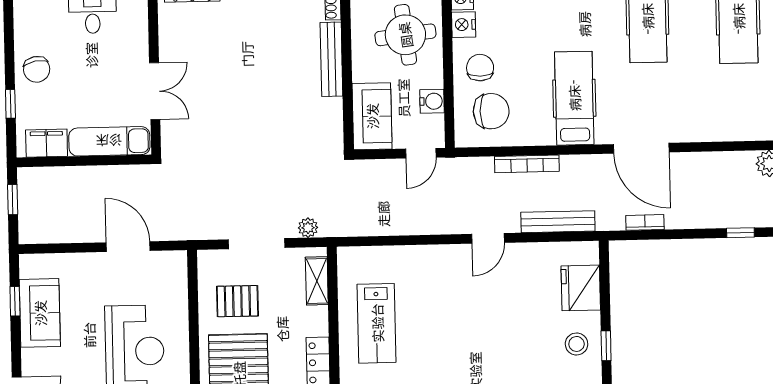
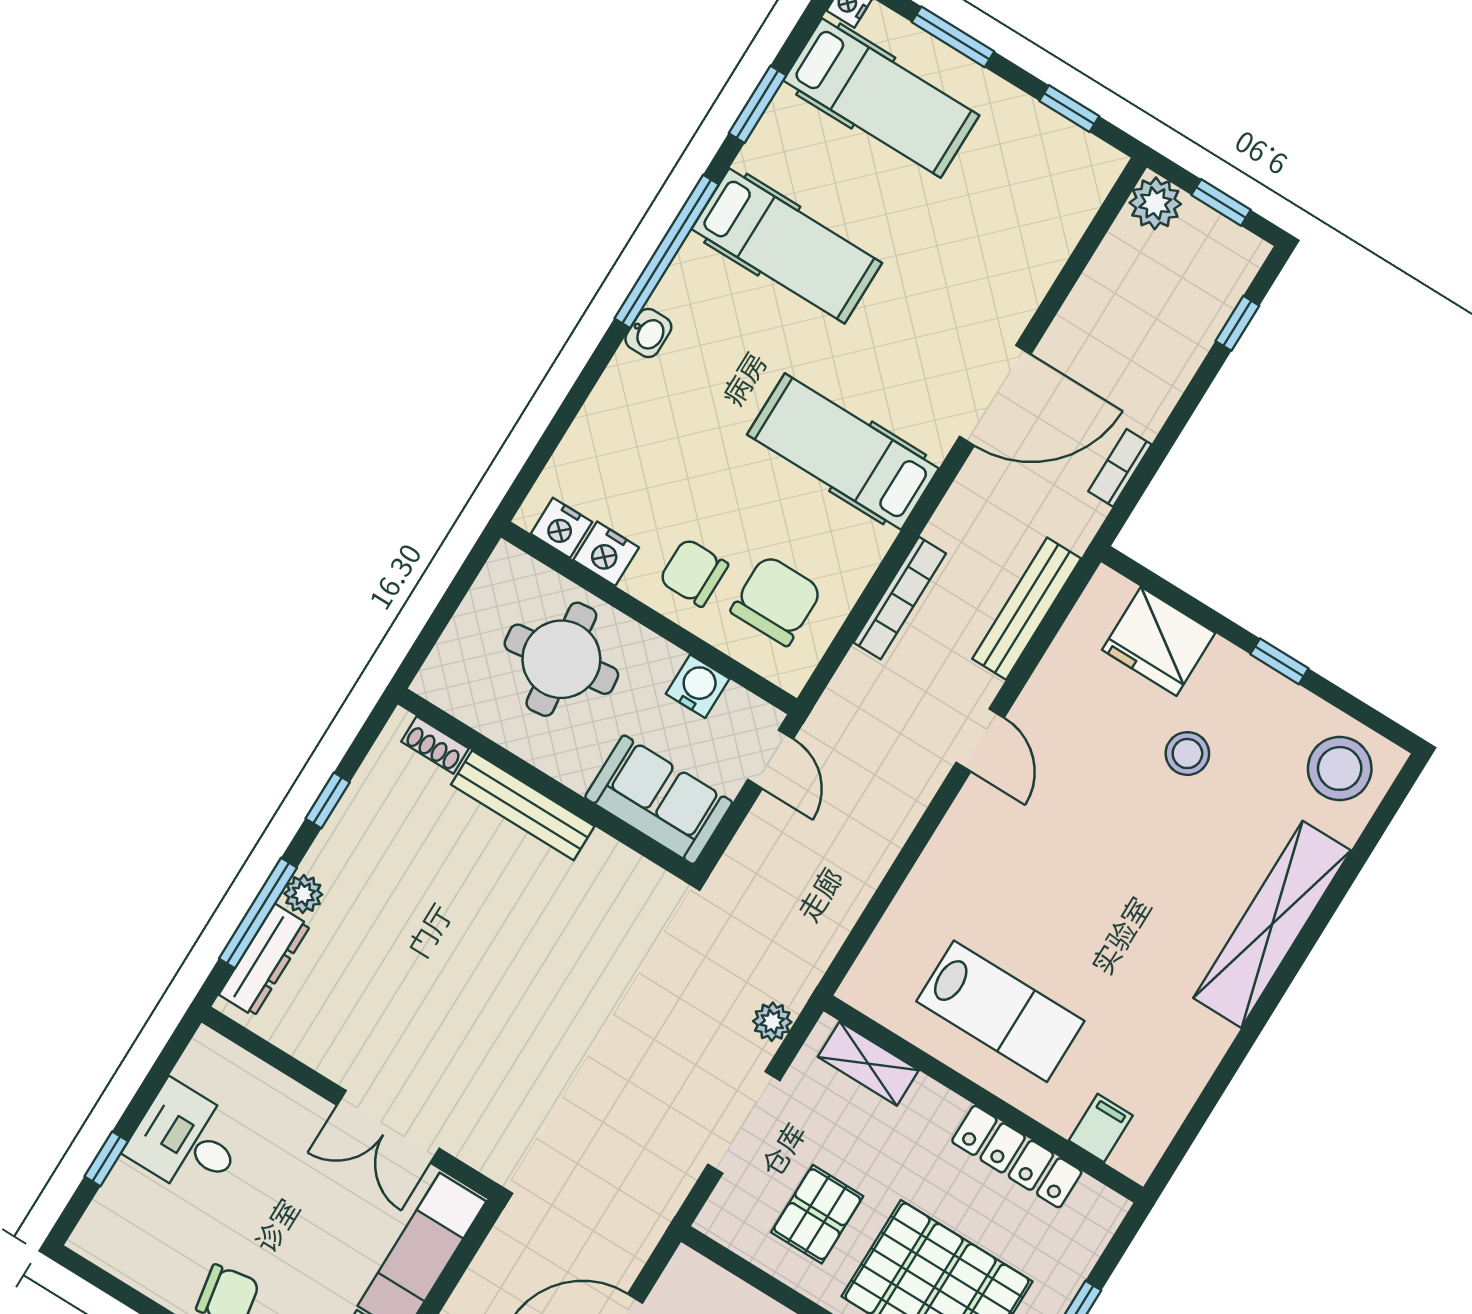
double door: (155, 91) -> (388, 1127), swing flipped
stool: (577, 344) -> (1187, 754), moved

